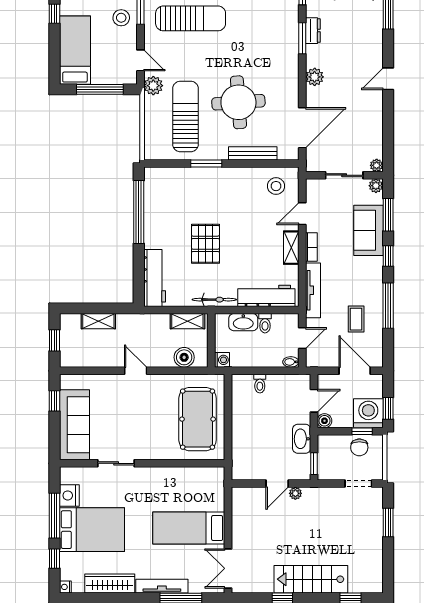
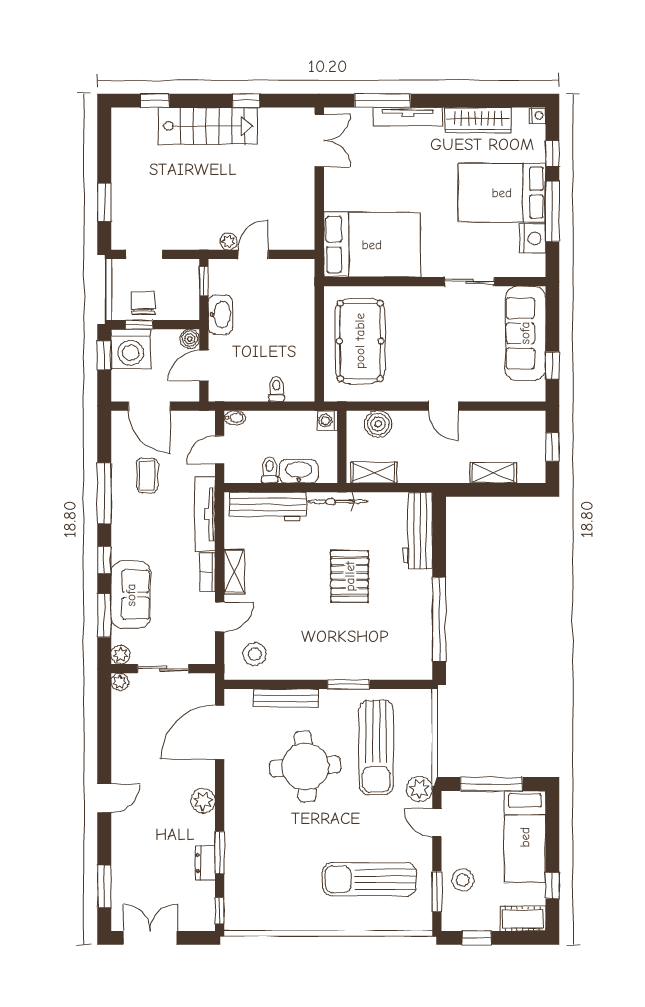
bed: (189, 528) -> (372, 245), moved, width x1.50

